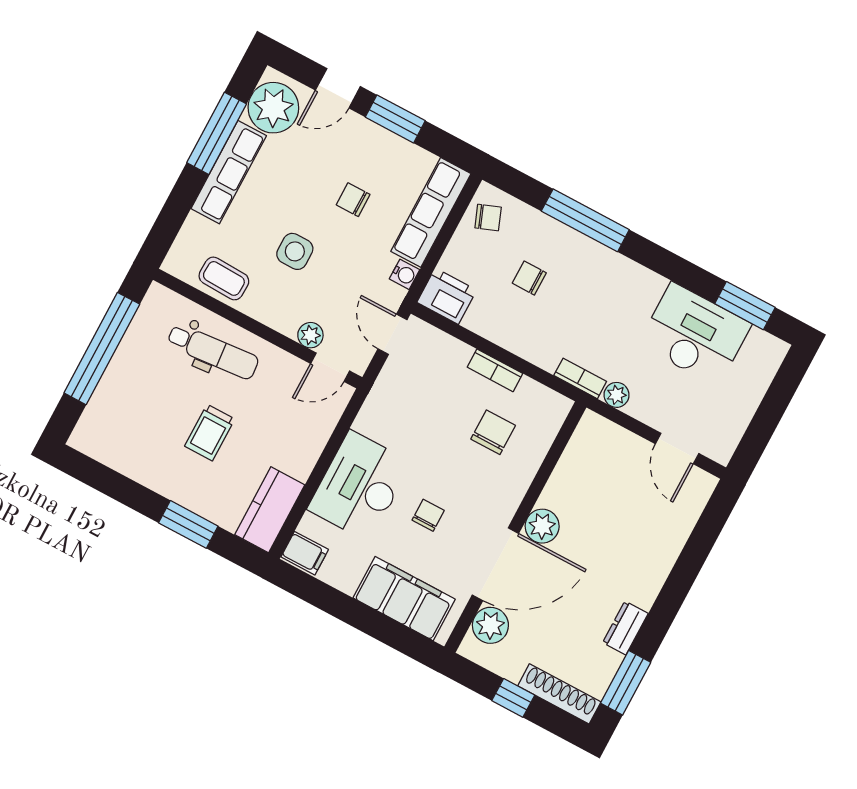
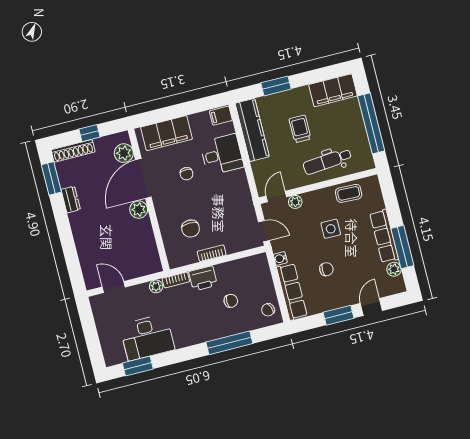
plant: (273, 108) -> (394, 269), width x0.53, depth x0.53
printer: (447, 296) -> (203, 278), moved
filing cabinet: (113, 445) -> (333, 90), added
desk: (359, 486) -> (222, 155), width x0.73
kitchen counter: (270, 510) -> (252, 130), width x1.50

